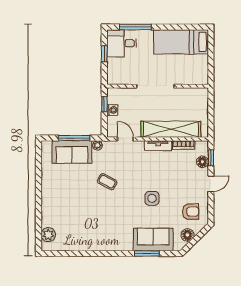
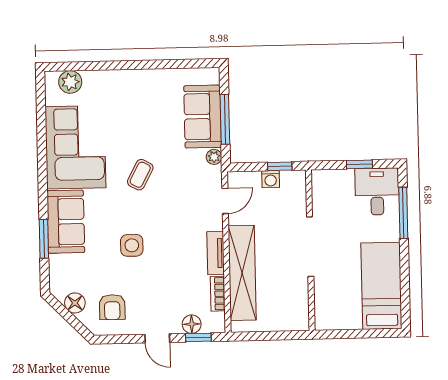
coffee table: (107, 182) -> (140, 175), moved
corner sofa: (89, 232) -> (75, 147), added
sofa: (153, 240) -> (66, 222), moved

